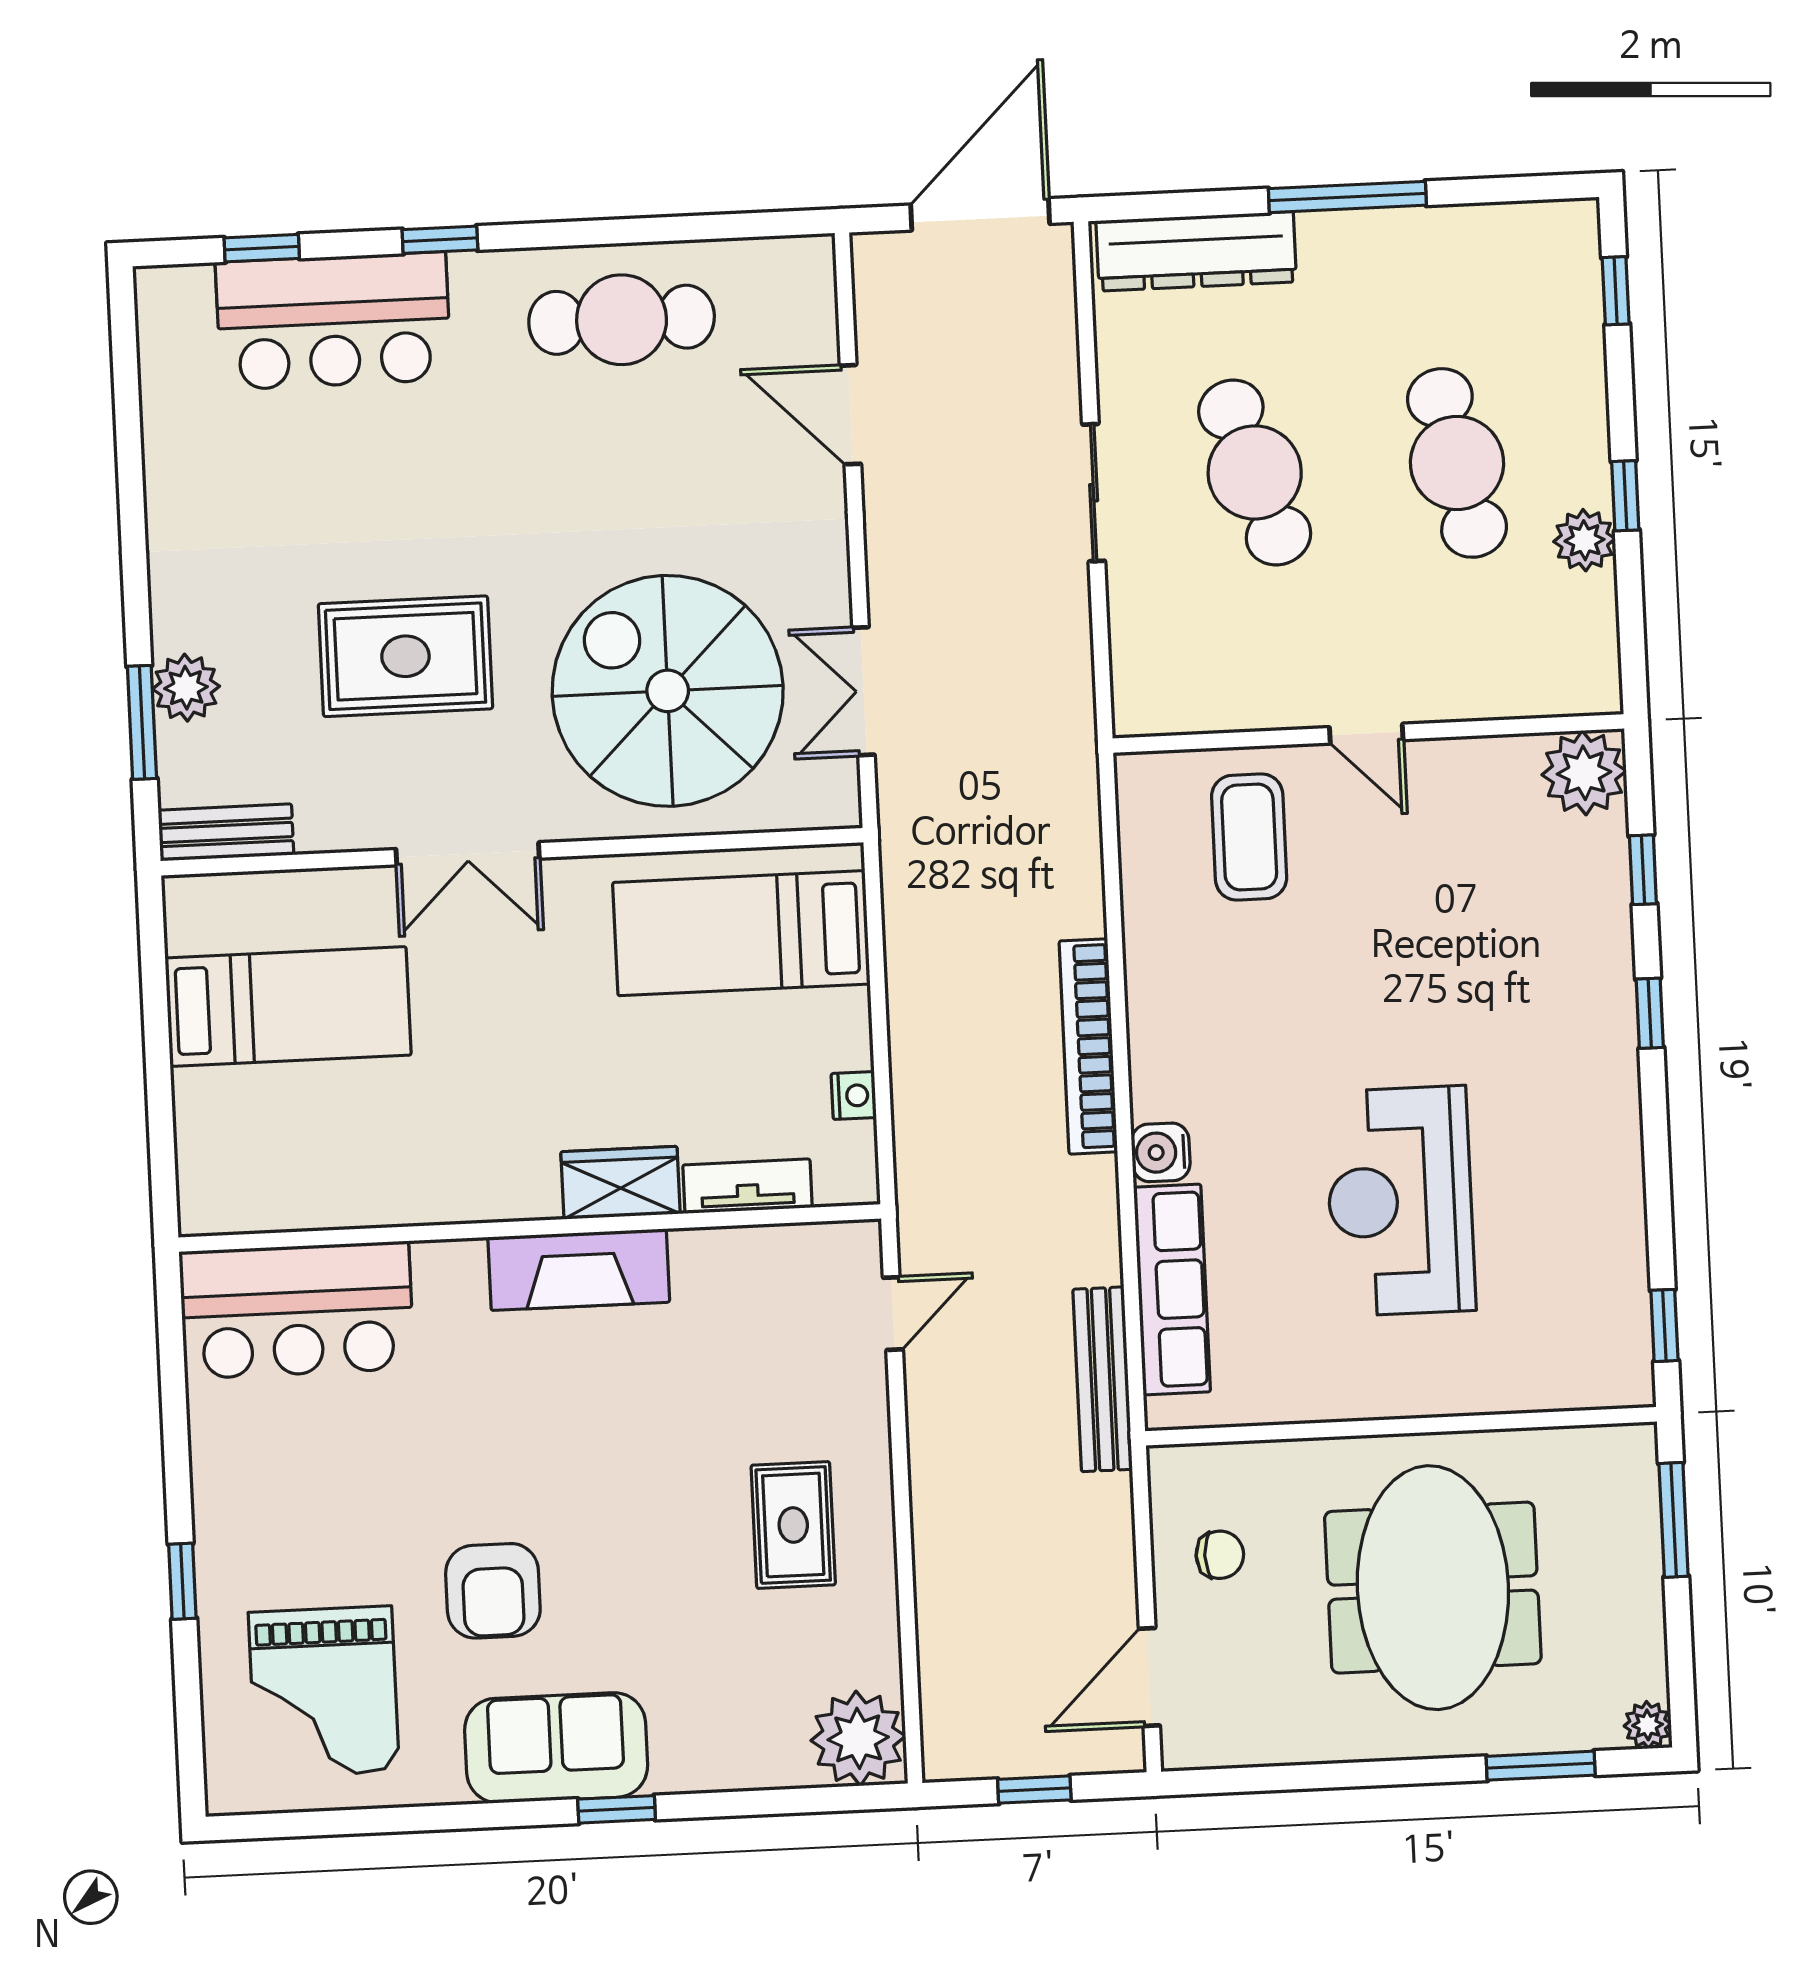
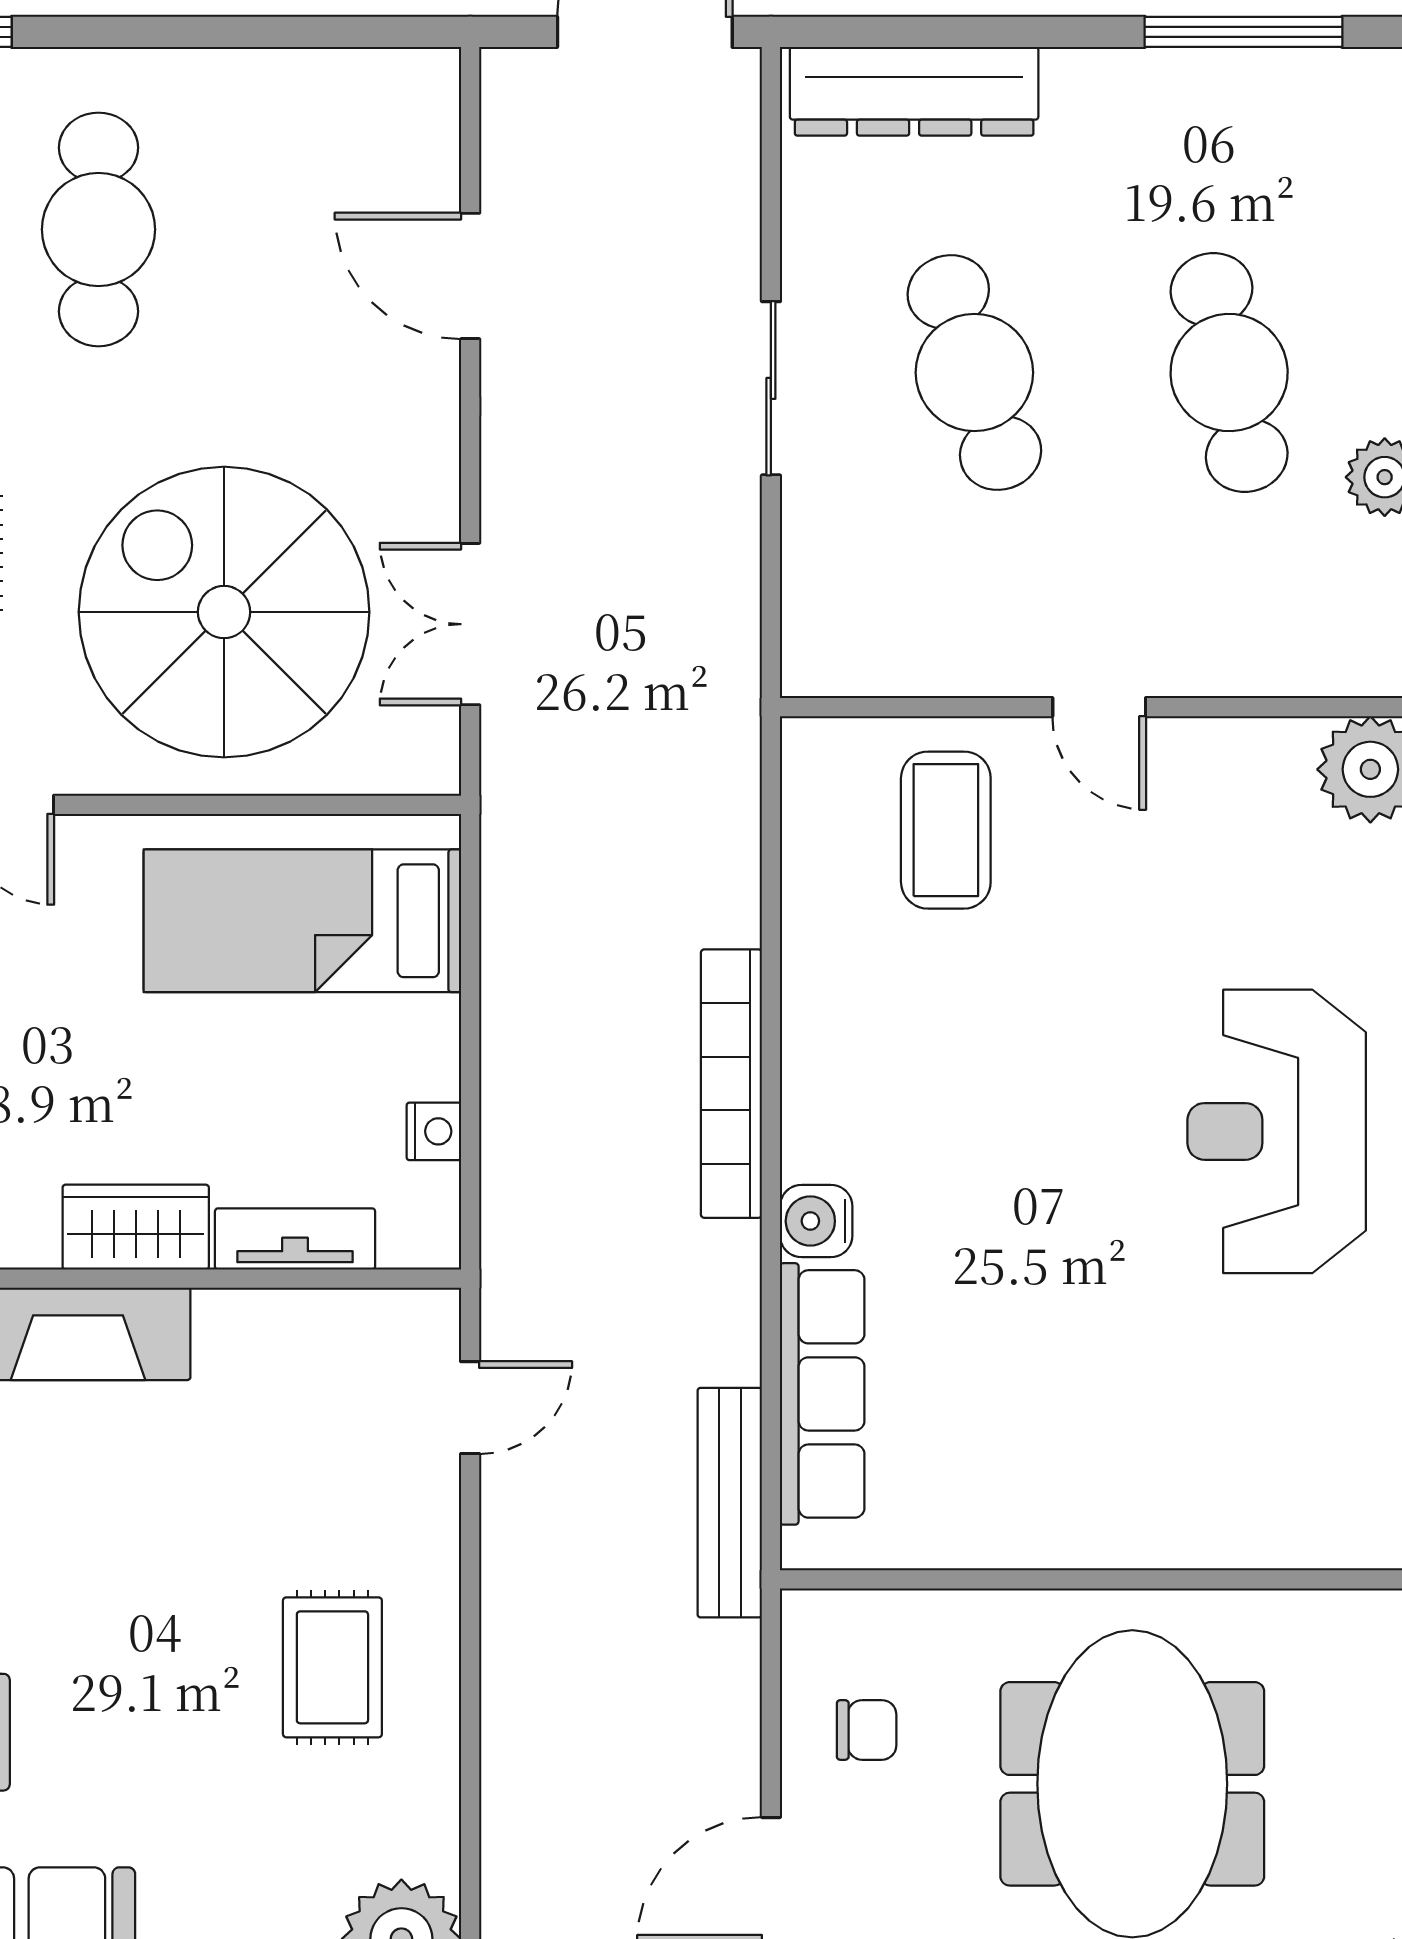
window: (1347, 197) -> (1244, 32), moved
cafe table: (622, 320) -> (98, 229), moved, turned 90
reception desk: (1400, 1201) -> (1277, 1131), moved

